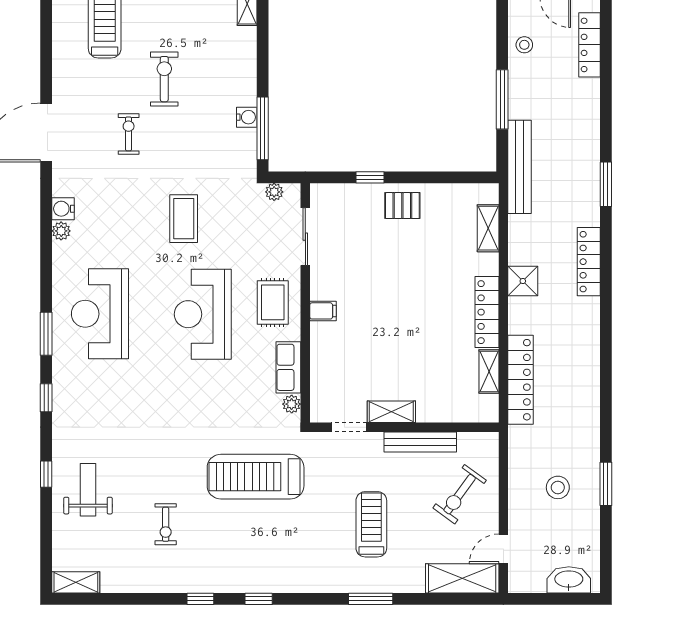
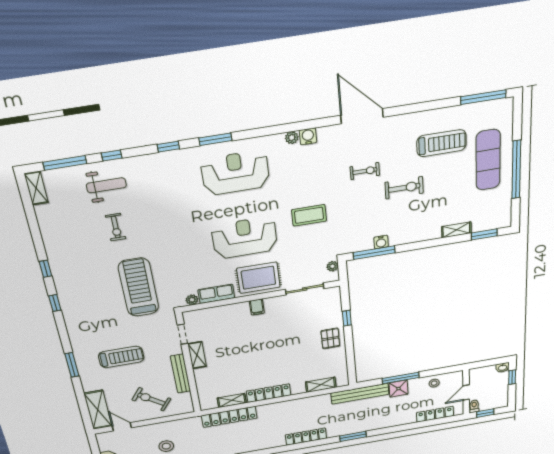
shower: (523, 281) -> (399, 389), moved
rug: (273, 302) -> (258, 278), width x1.36, depth x1.43
exercise bike: (166, 524) -> (116, 227), moved, turned -90
window: (46, 537) -> (65, 163), added

